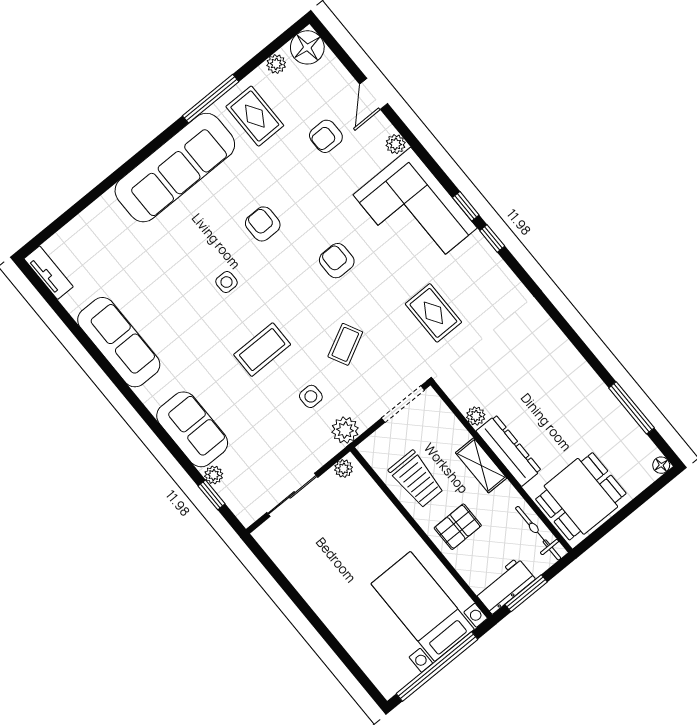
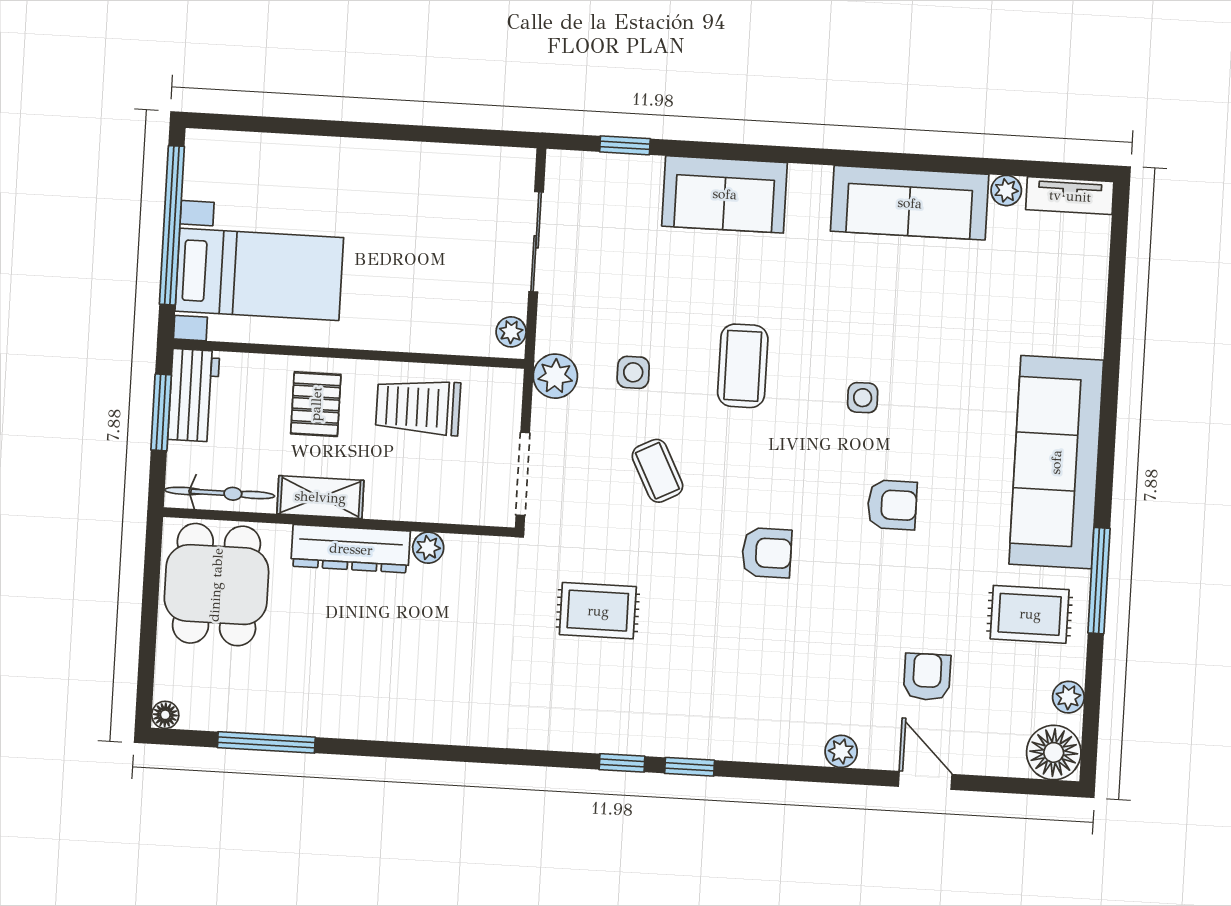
corner sofa: (415, 211) -> (739, 701), removed
shelving: (481, 465) -> (320, 497), moved
plant: (214, 475) -> (1006, 190), moved

